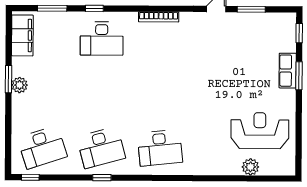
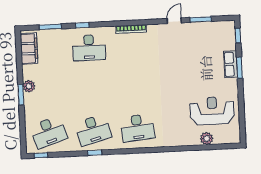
window: (8, 79) -> (21, 95), moved

